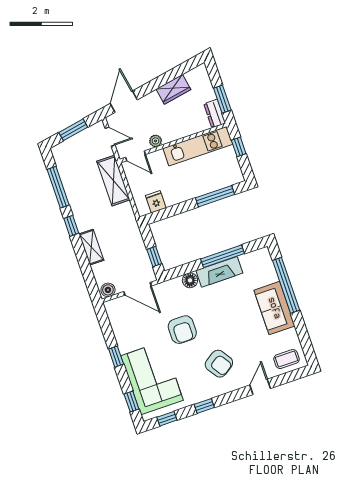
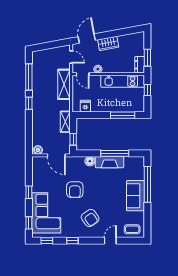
wardrobe: (173, 89) -> (108, 43), moved
window: (73, 130) -> (50, 45), removed
shelving: (91, 247) -> (65, 122), moved

